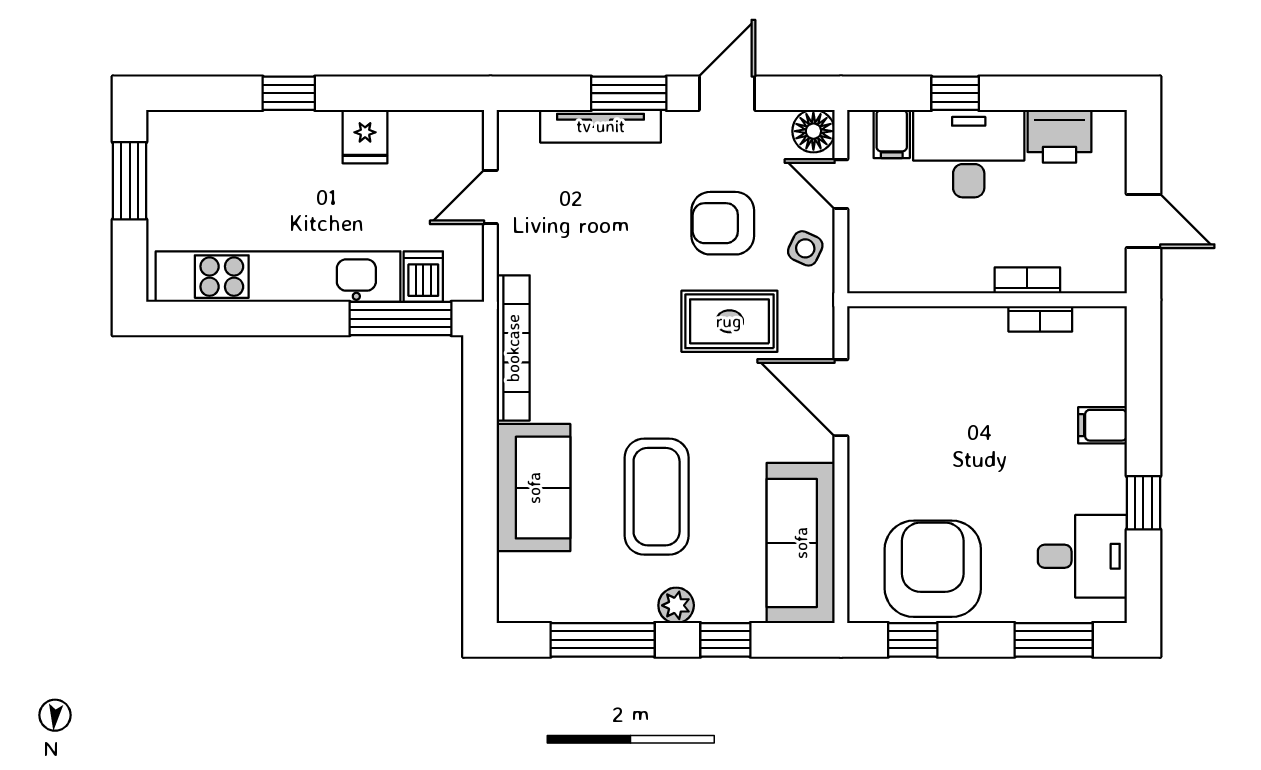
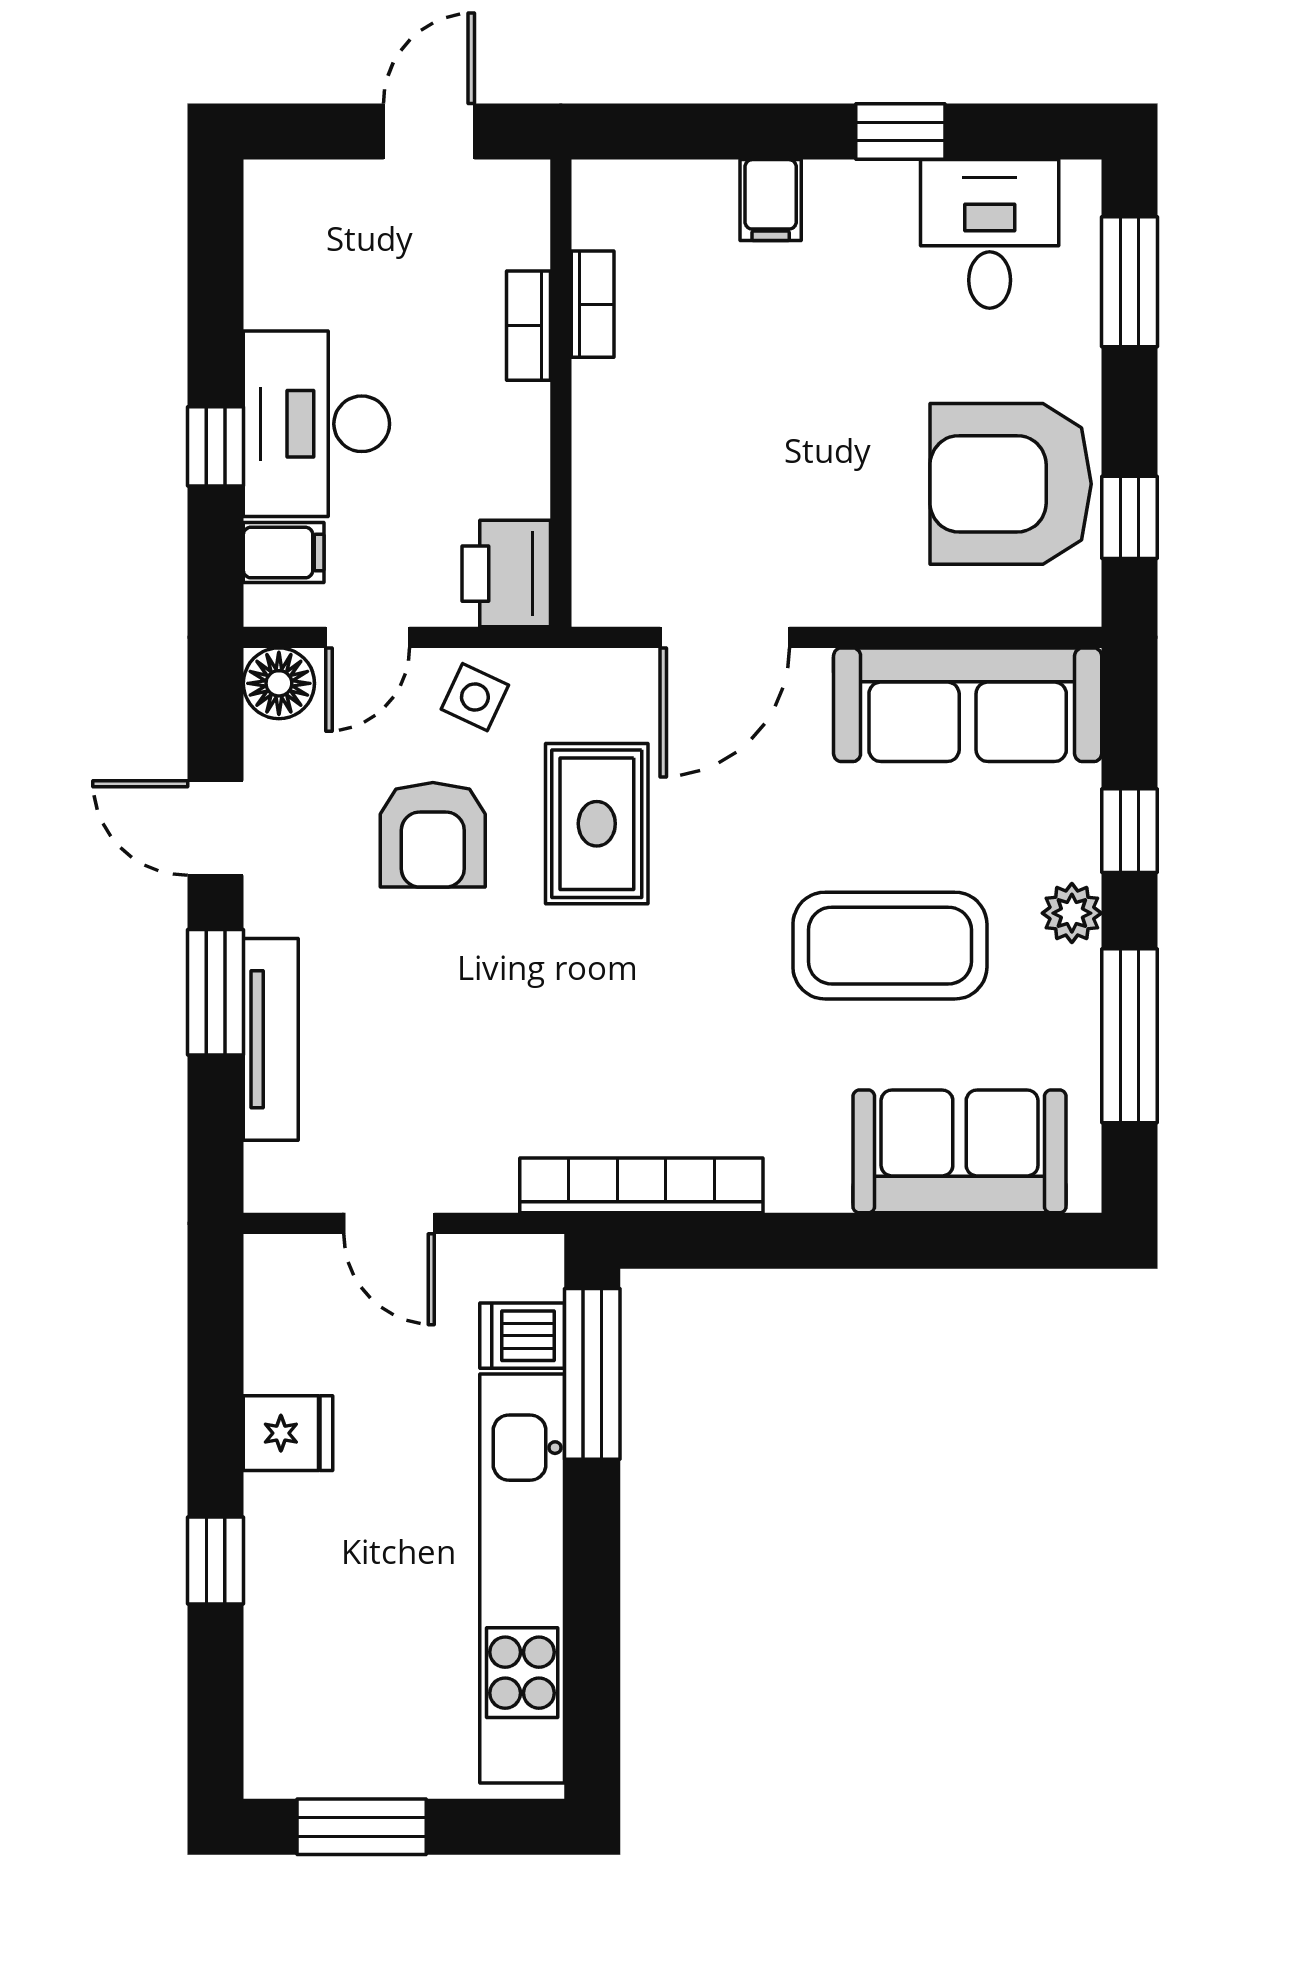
printer: (1060, 136) -> (506, 574), moved, turned 180
sofa: (534, 488) -> (960, 1151), moved

